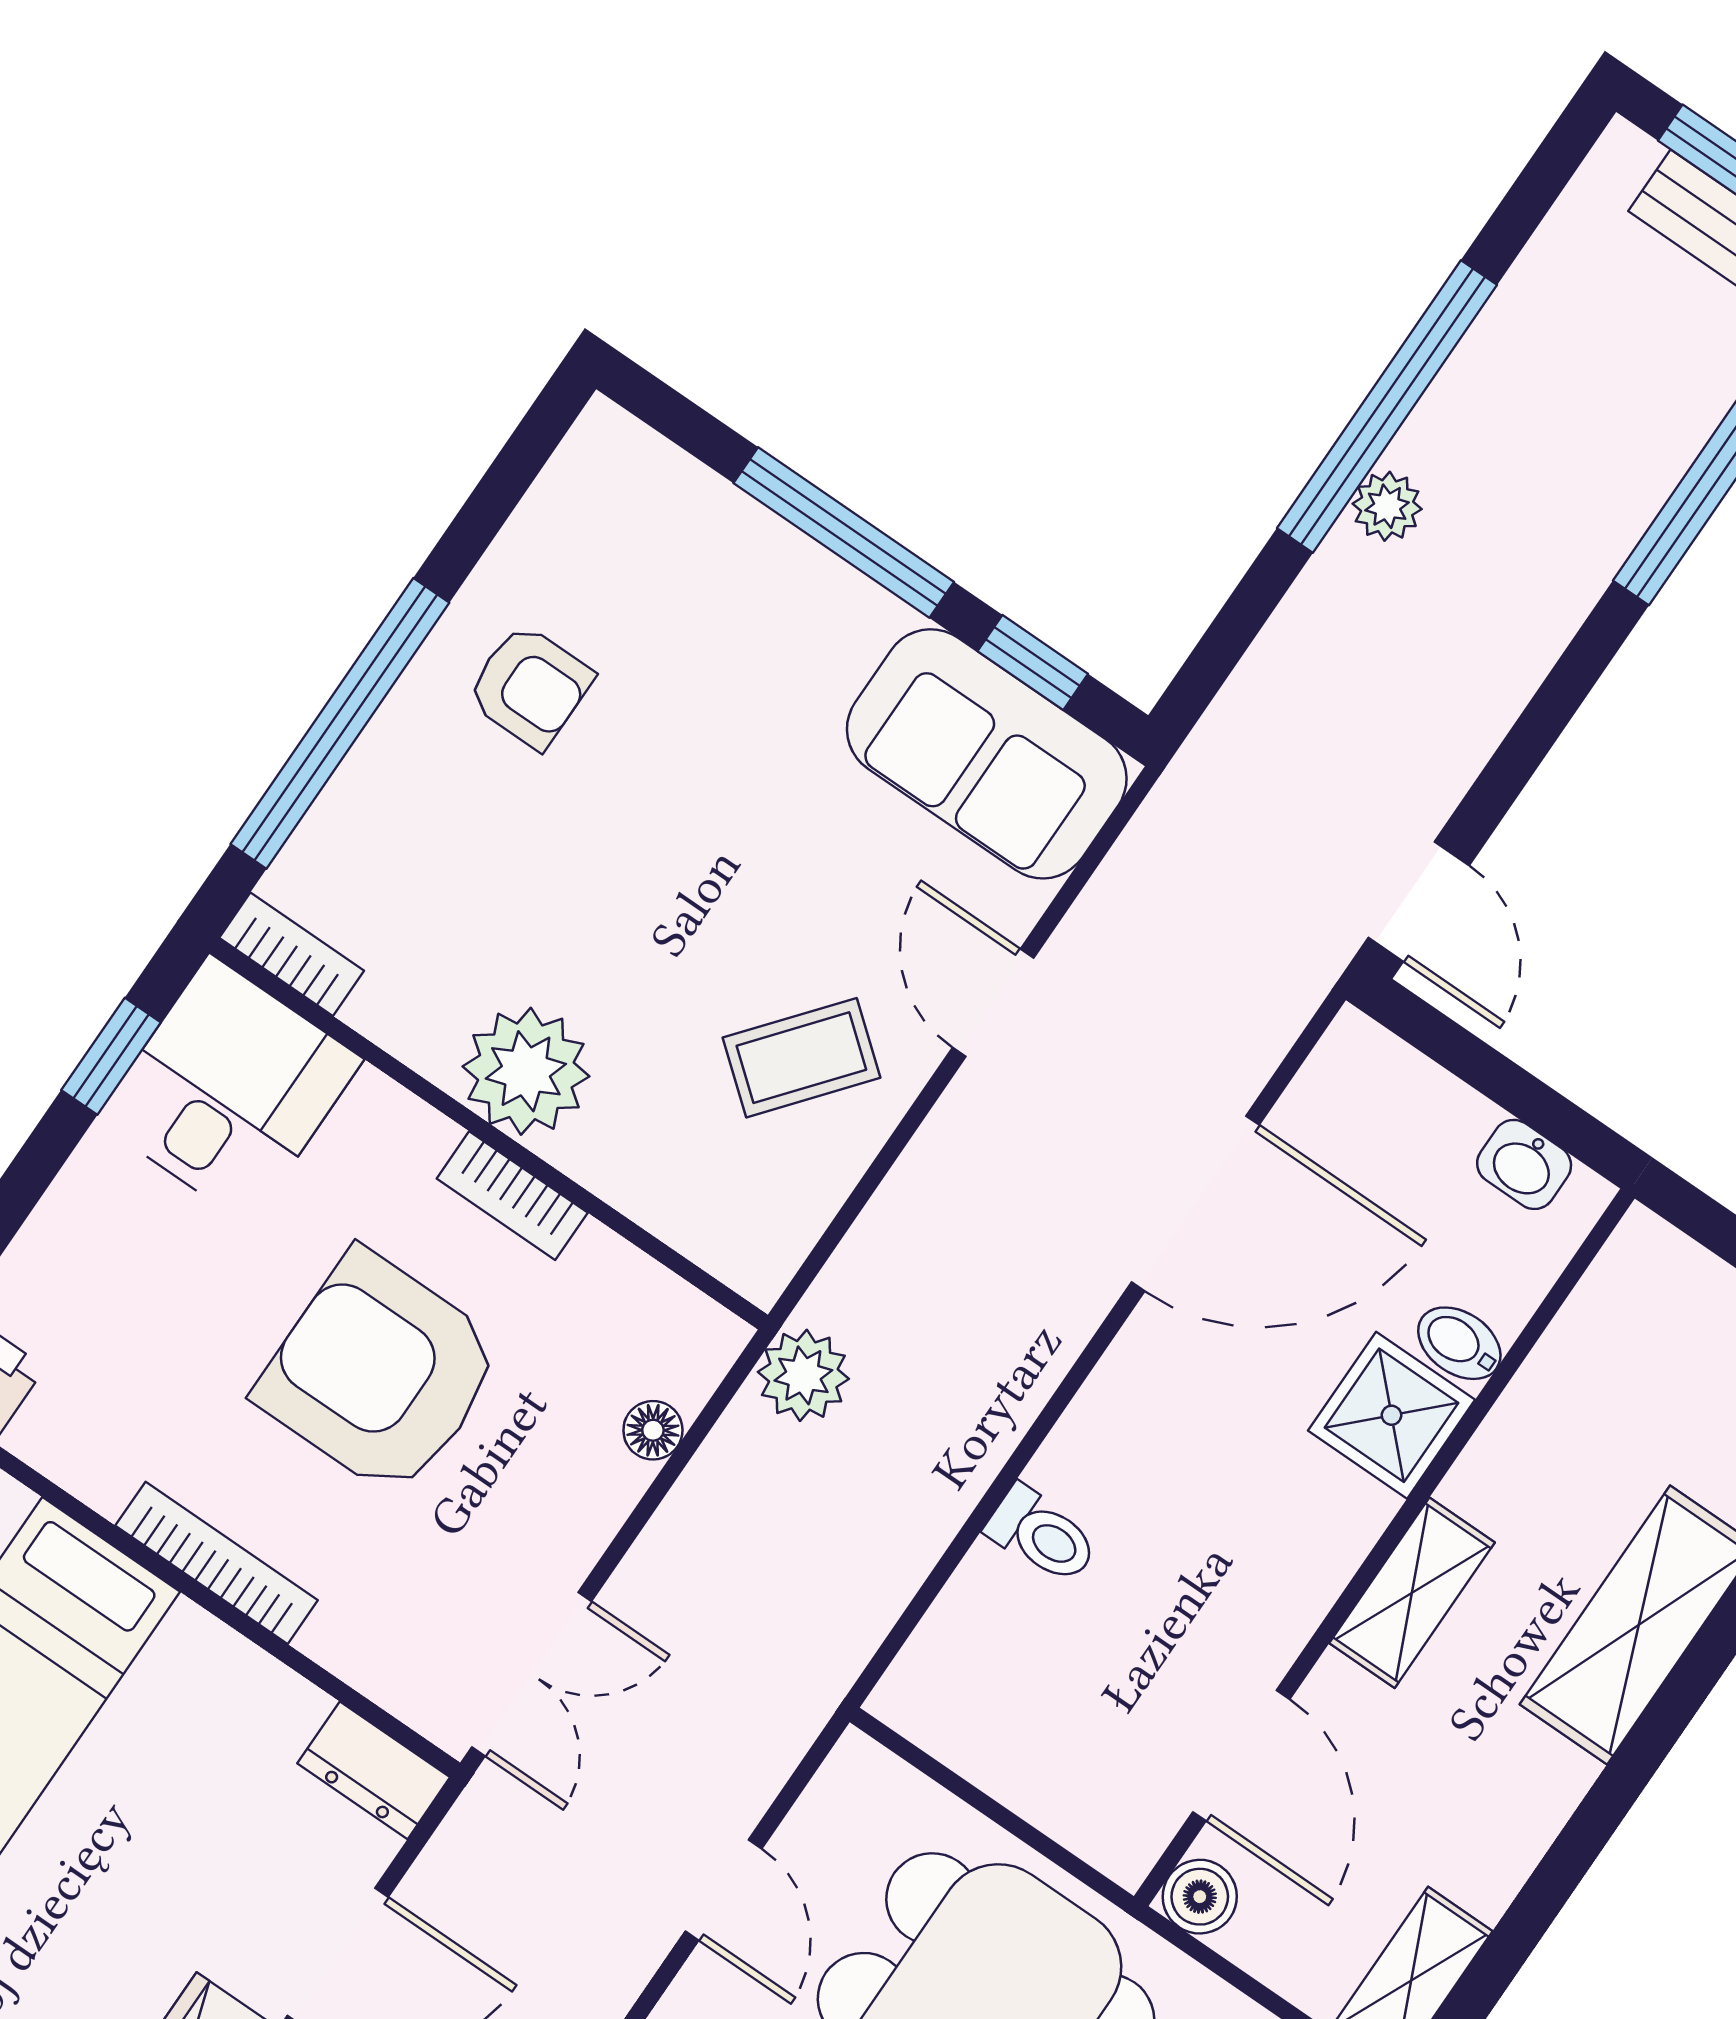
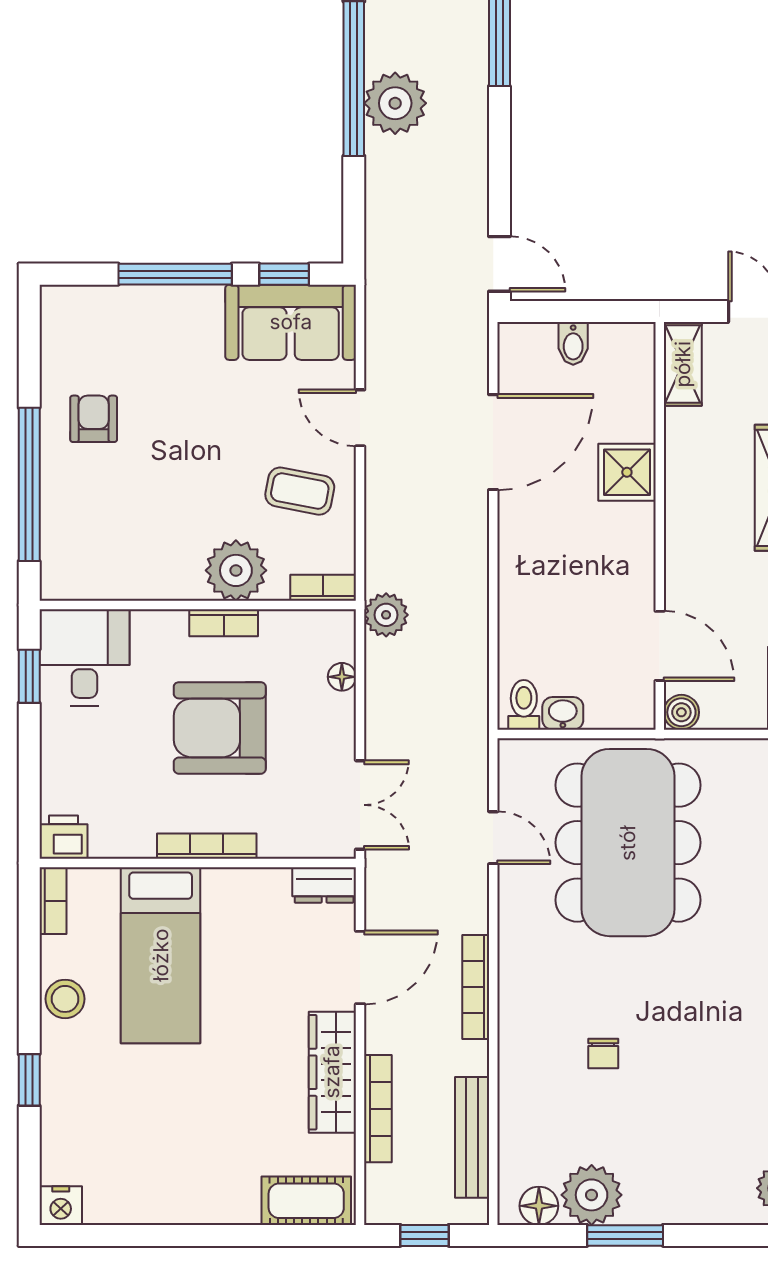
plant: (1387, 506) -> (395, 103), width x1.88, depth x1.88
armchair: (530, 686) -> (94, 419), turned -90
bookcase: (292, 954) -> (323, 588), moved
coffee table: (801, 1058) -> (300, 491), turned 62
plant: (526, 1071) -> (236, 570), moved
washbasin: (1524, 1164) -> (563, 713), moved, turned 180
bidet: (1459, 1343) -> (573, 343), moved, turned -90
toilet: (1042, 1535) -> (524, 705), moved, turned -90
shelving: (1412, 1593) -> (683, 364), moved

